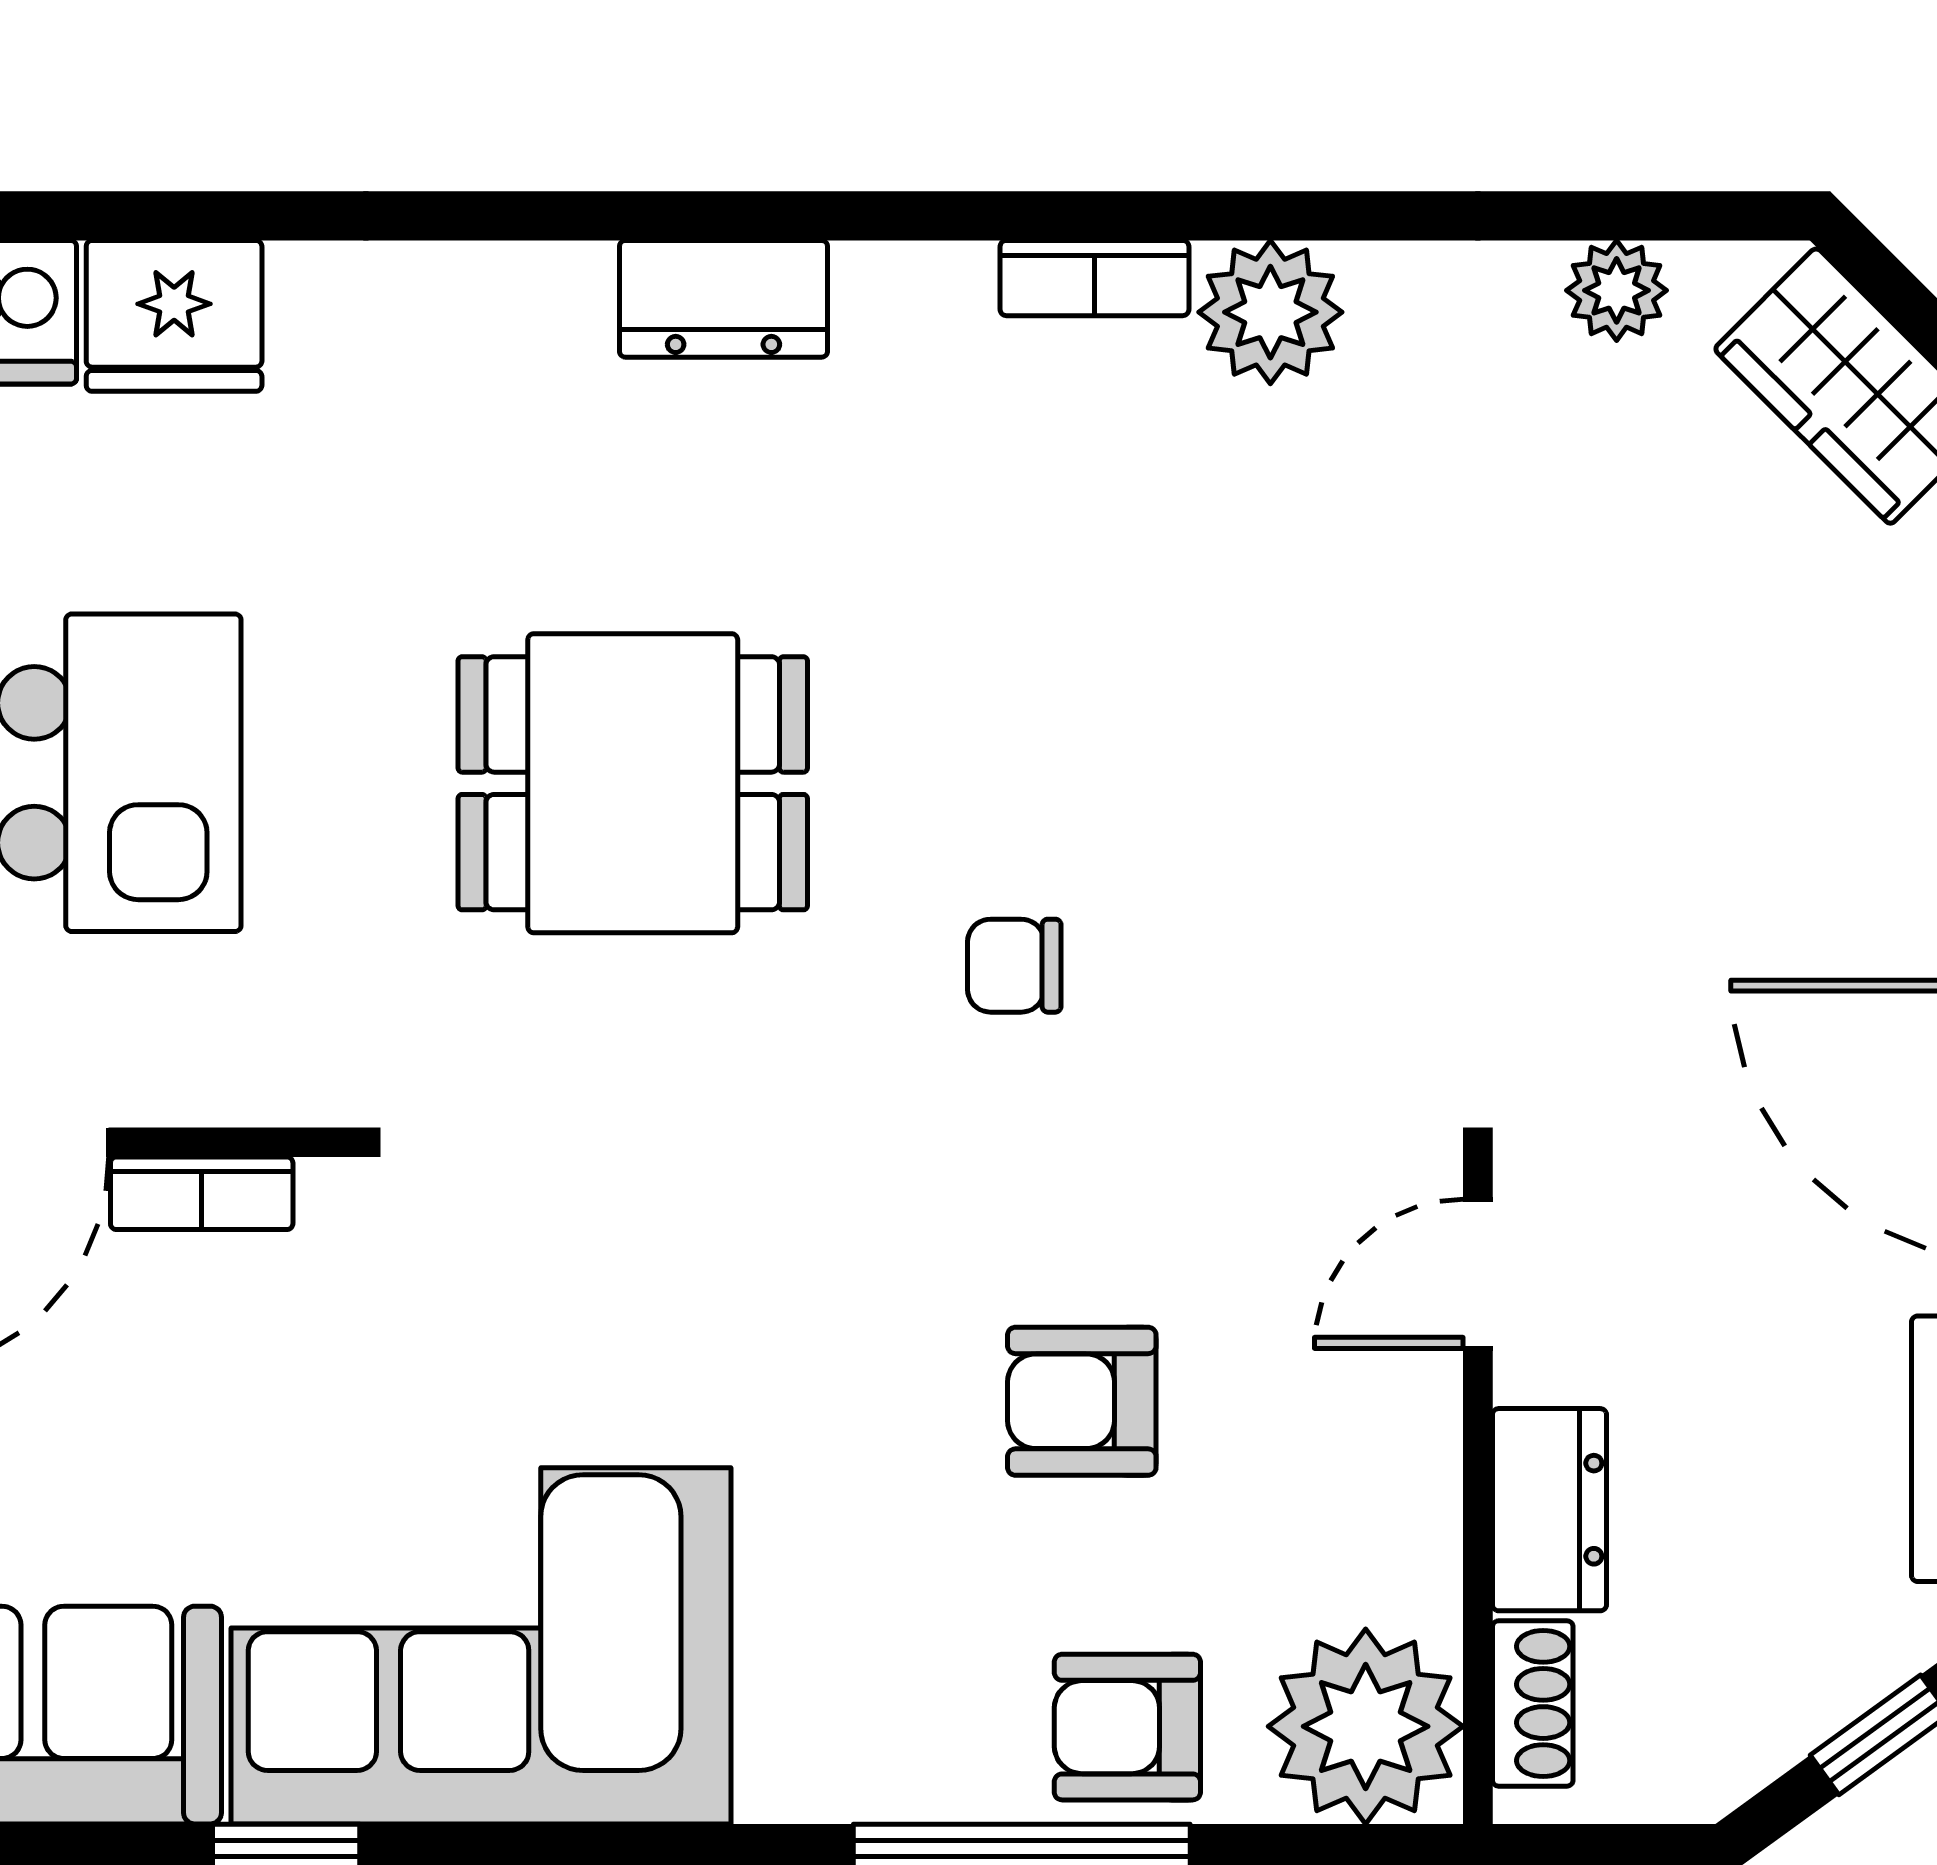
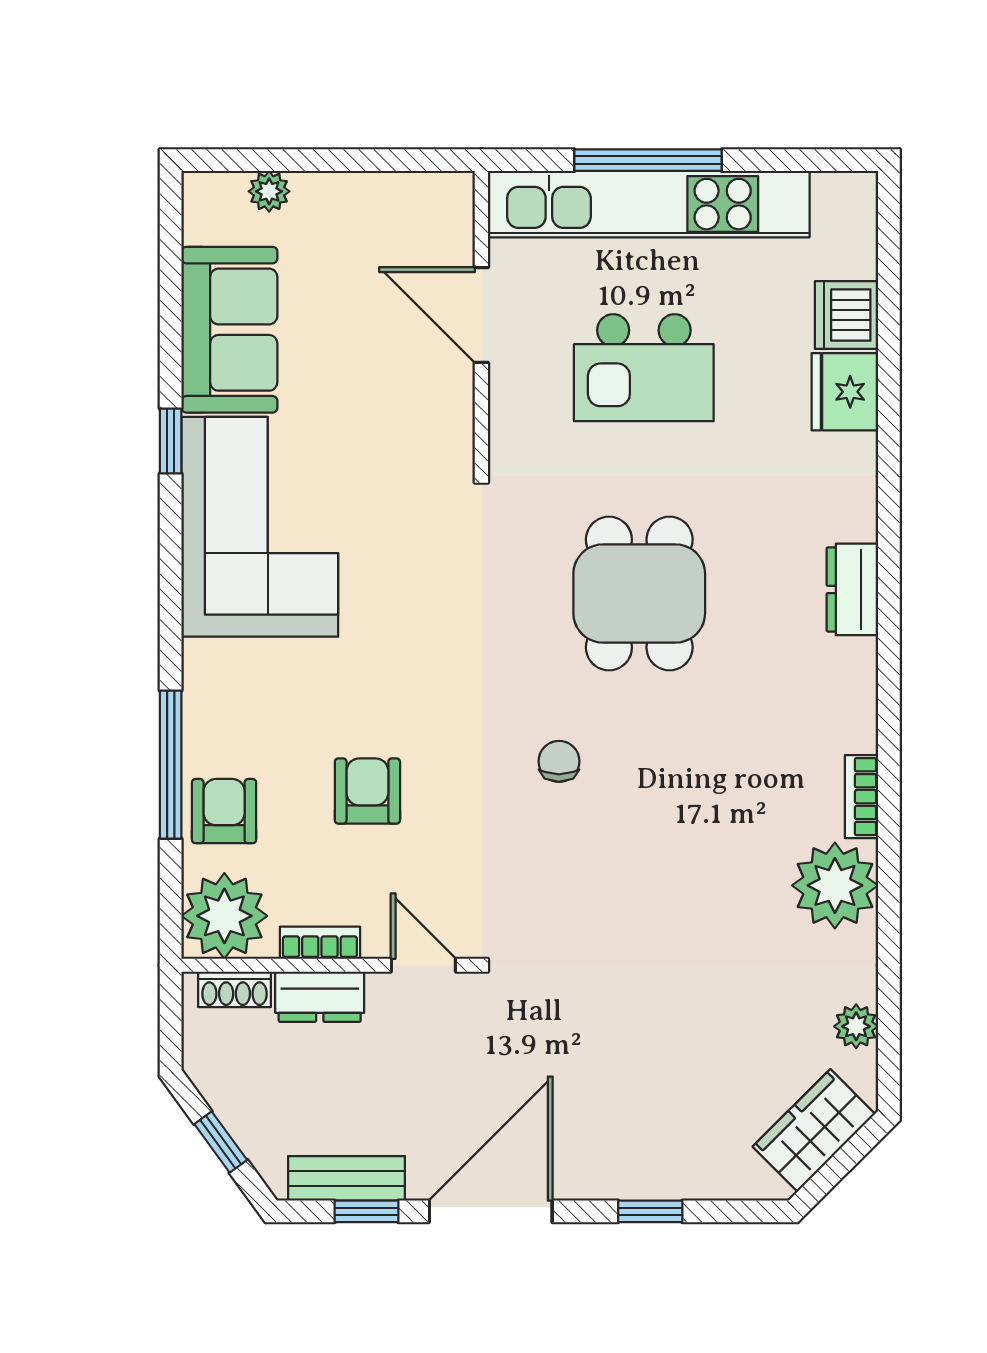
dresser: (723, 299) -> (852, 589), moved
plant: (1270, 312) -> (835, 885), width x1.36, depth x1.36
bookcase: (202, 1193) -> (320, 943), moved, turned 90

